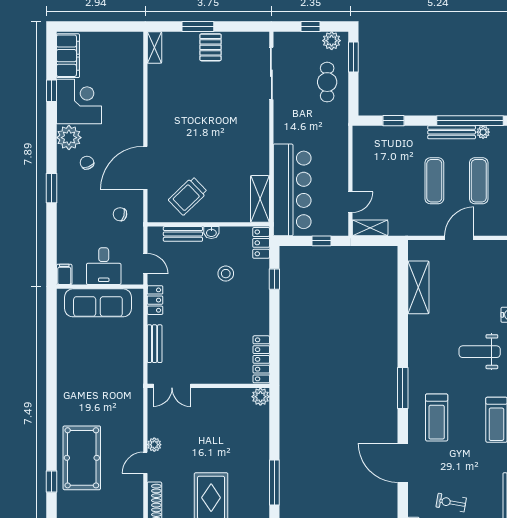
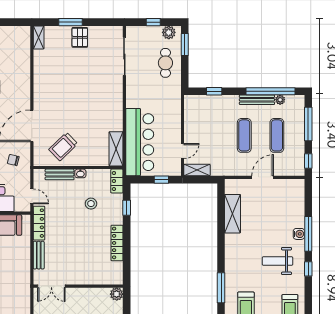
locker: (155, 300) -> (39, 223), width x1.53
locker: (261, 359) -> (117, 243), moved

